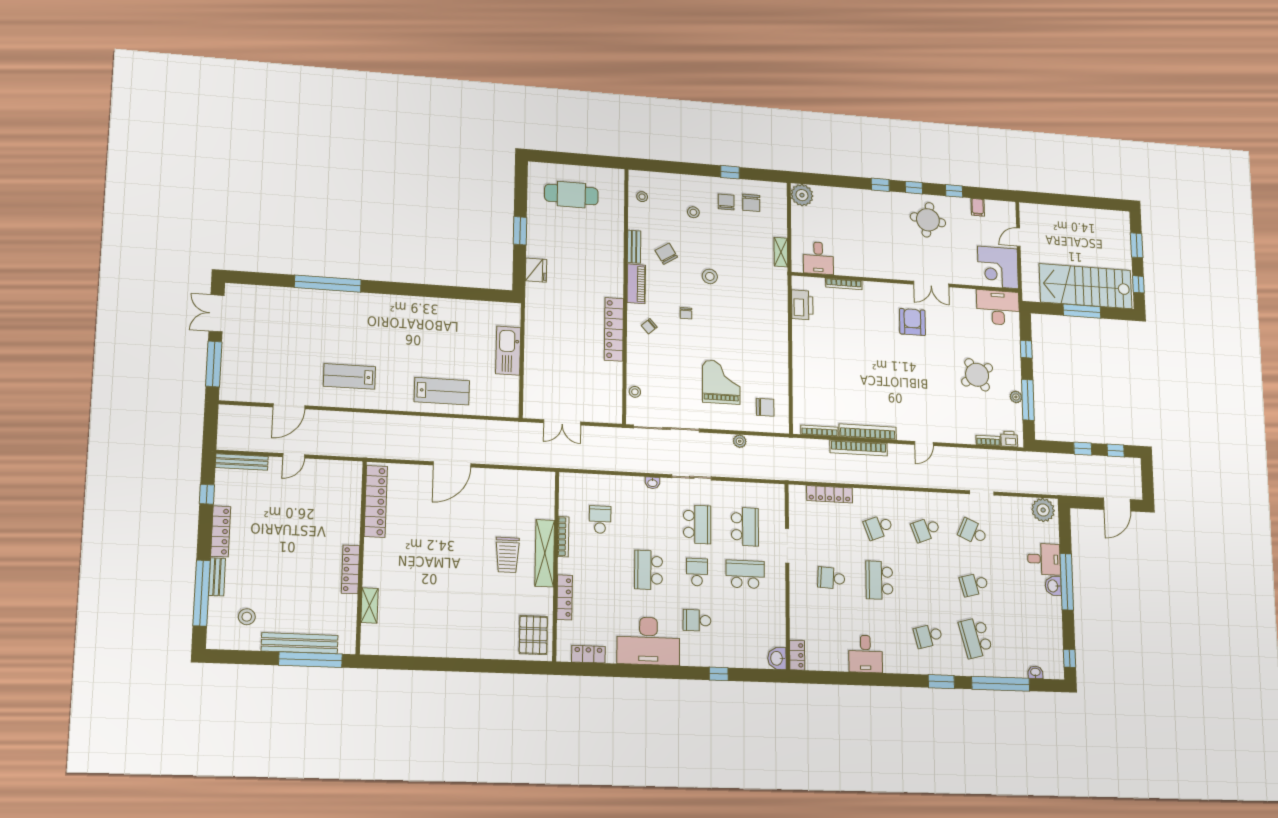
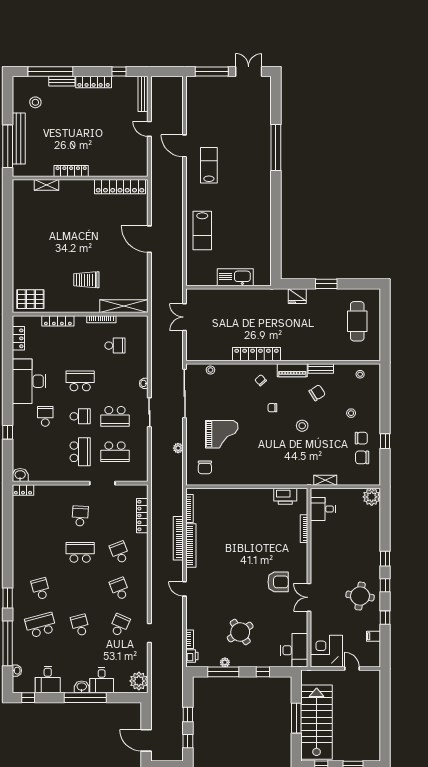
door: (289, 406) -> (185, 146), moved
shelving: (545, 553) -> (124, 306), moved
desk: (865, 654) -> (48, 680), moved, turned -90

